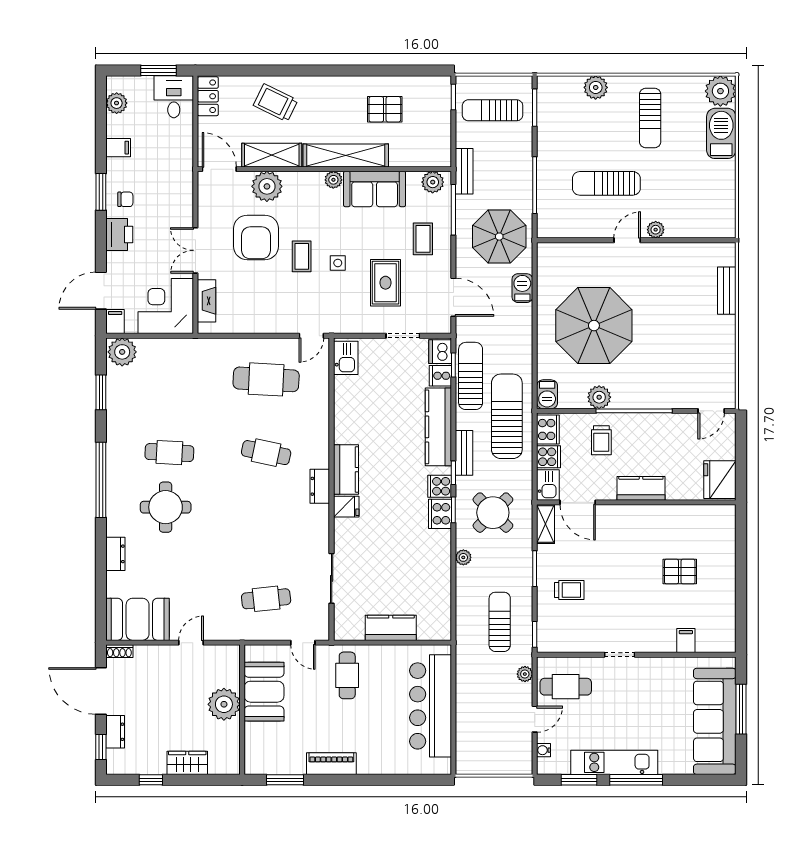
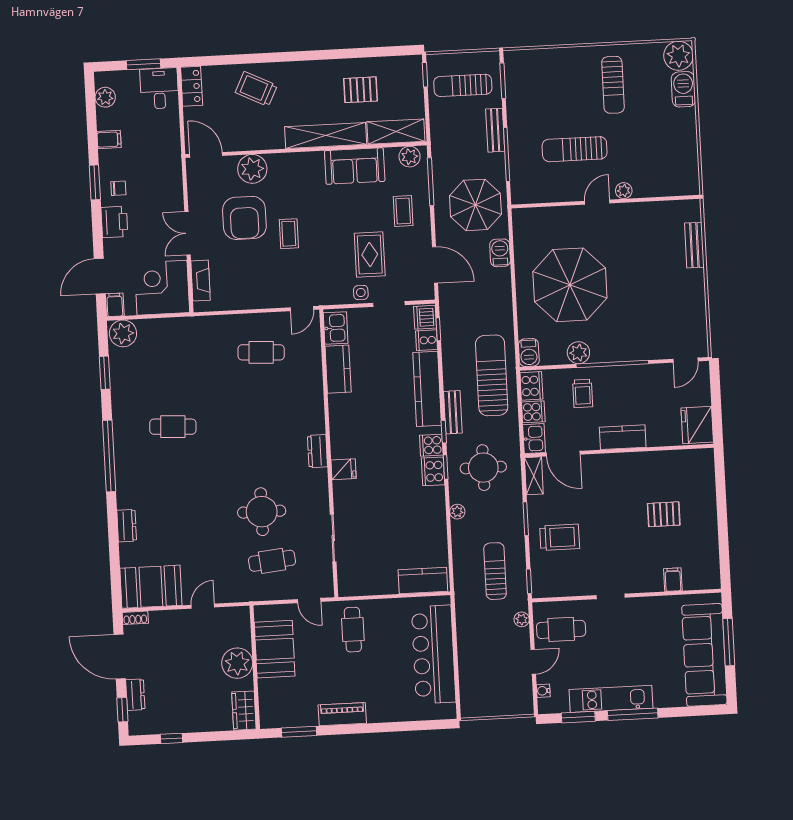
plant: (596, 87) -> (560, 59), removed
barbecue: (721, 133) -> (683, 89), width x0.73, depth x0.83
shelving: (272, 155) -> (396, 132), moved
bench: (464, 171) -> (495, 130), moved
plant: (333, 180) -> (315, 159), removed
side table: (338, 263) -> (361, 293), moved
sun lounger: (471, 376) -> (455, 339), removed
cafe table: (266, 379) -> (261, 352), width x0.73, depth x0.74
cafe table: (266, 453) -> (265, 422), removed
kitchen counter: (346, 470) -> (338, 369), moved
round table: (166, 507) -> (262, 512), moved
round table: (493, 513) -> (483, 468), turned 45
trolley: (569, 590) -> (560, 537), width x1.36, depth x1.39
kitchen counter: (391, 628) -> (423, 581), moved
wardrobe: (187, 763) -> (244, 711), moved, turned -90

